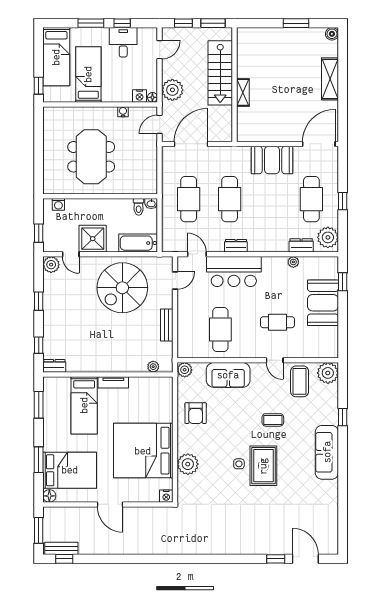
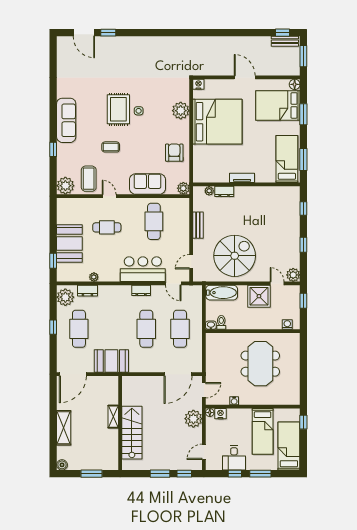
stairs: (220, 73) -> (132, 433), moved
wall: (234, 85) -> (120, 423), moved
shelving: (243, 92) -> (113, 417), moved
dresser: (54, 366) -> (224, 191), moved
bed: (84, 405) -> (287, 159), moved

